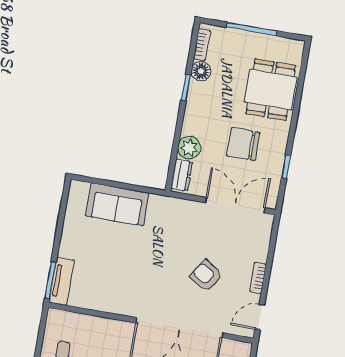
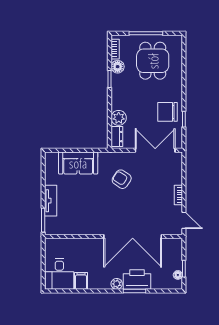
dining table: (271, 90) -> (153, 61), moved
chair: (243, 144) -> (168, 112), moved
armchair: (206, 276) -> (122, 179), moved
tv unit: (62, 281) -> (51, 201), moved
door: (260, 317) -> (184, 220), swing flipped

